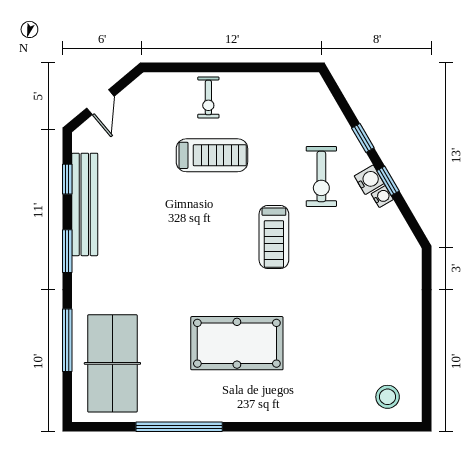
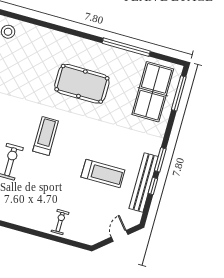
treadmill: (212, 155) -> (103, 174), moved, turned 180
window: (67, 179) -> (153, 186), moved
window: (67, 340) -> (179, 93), moved

